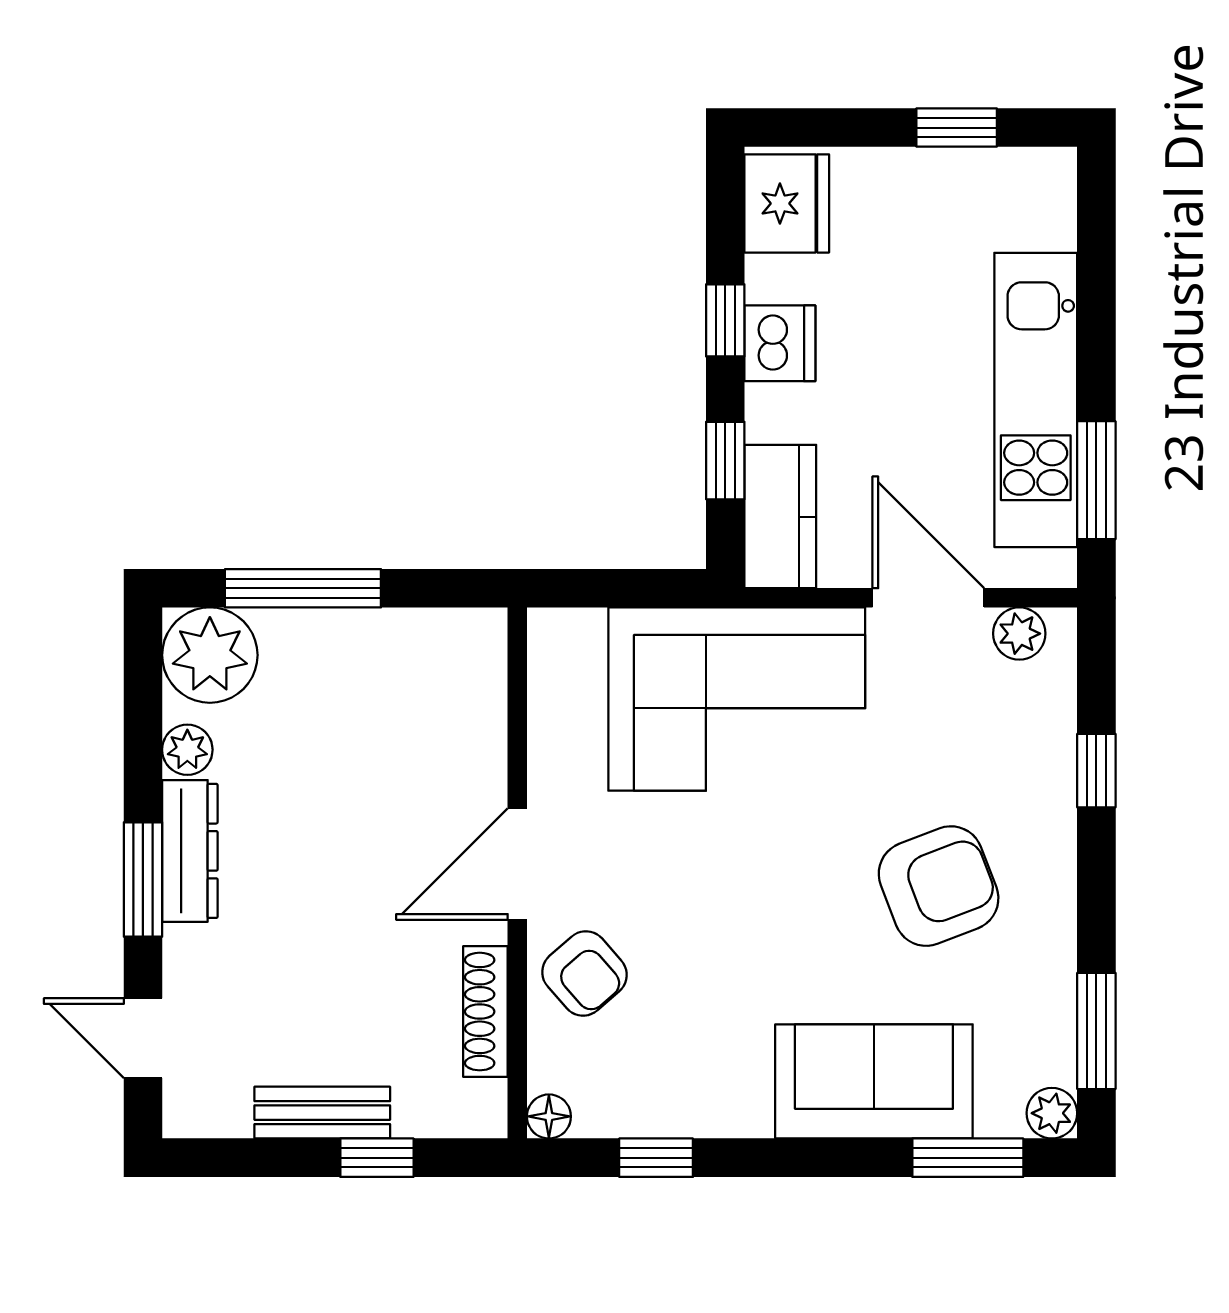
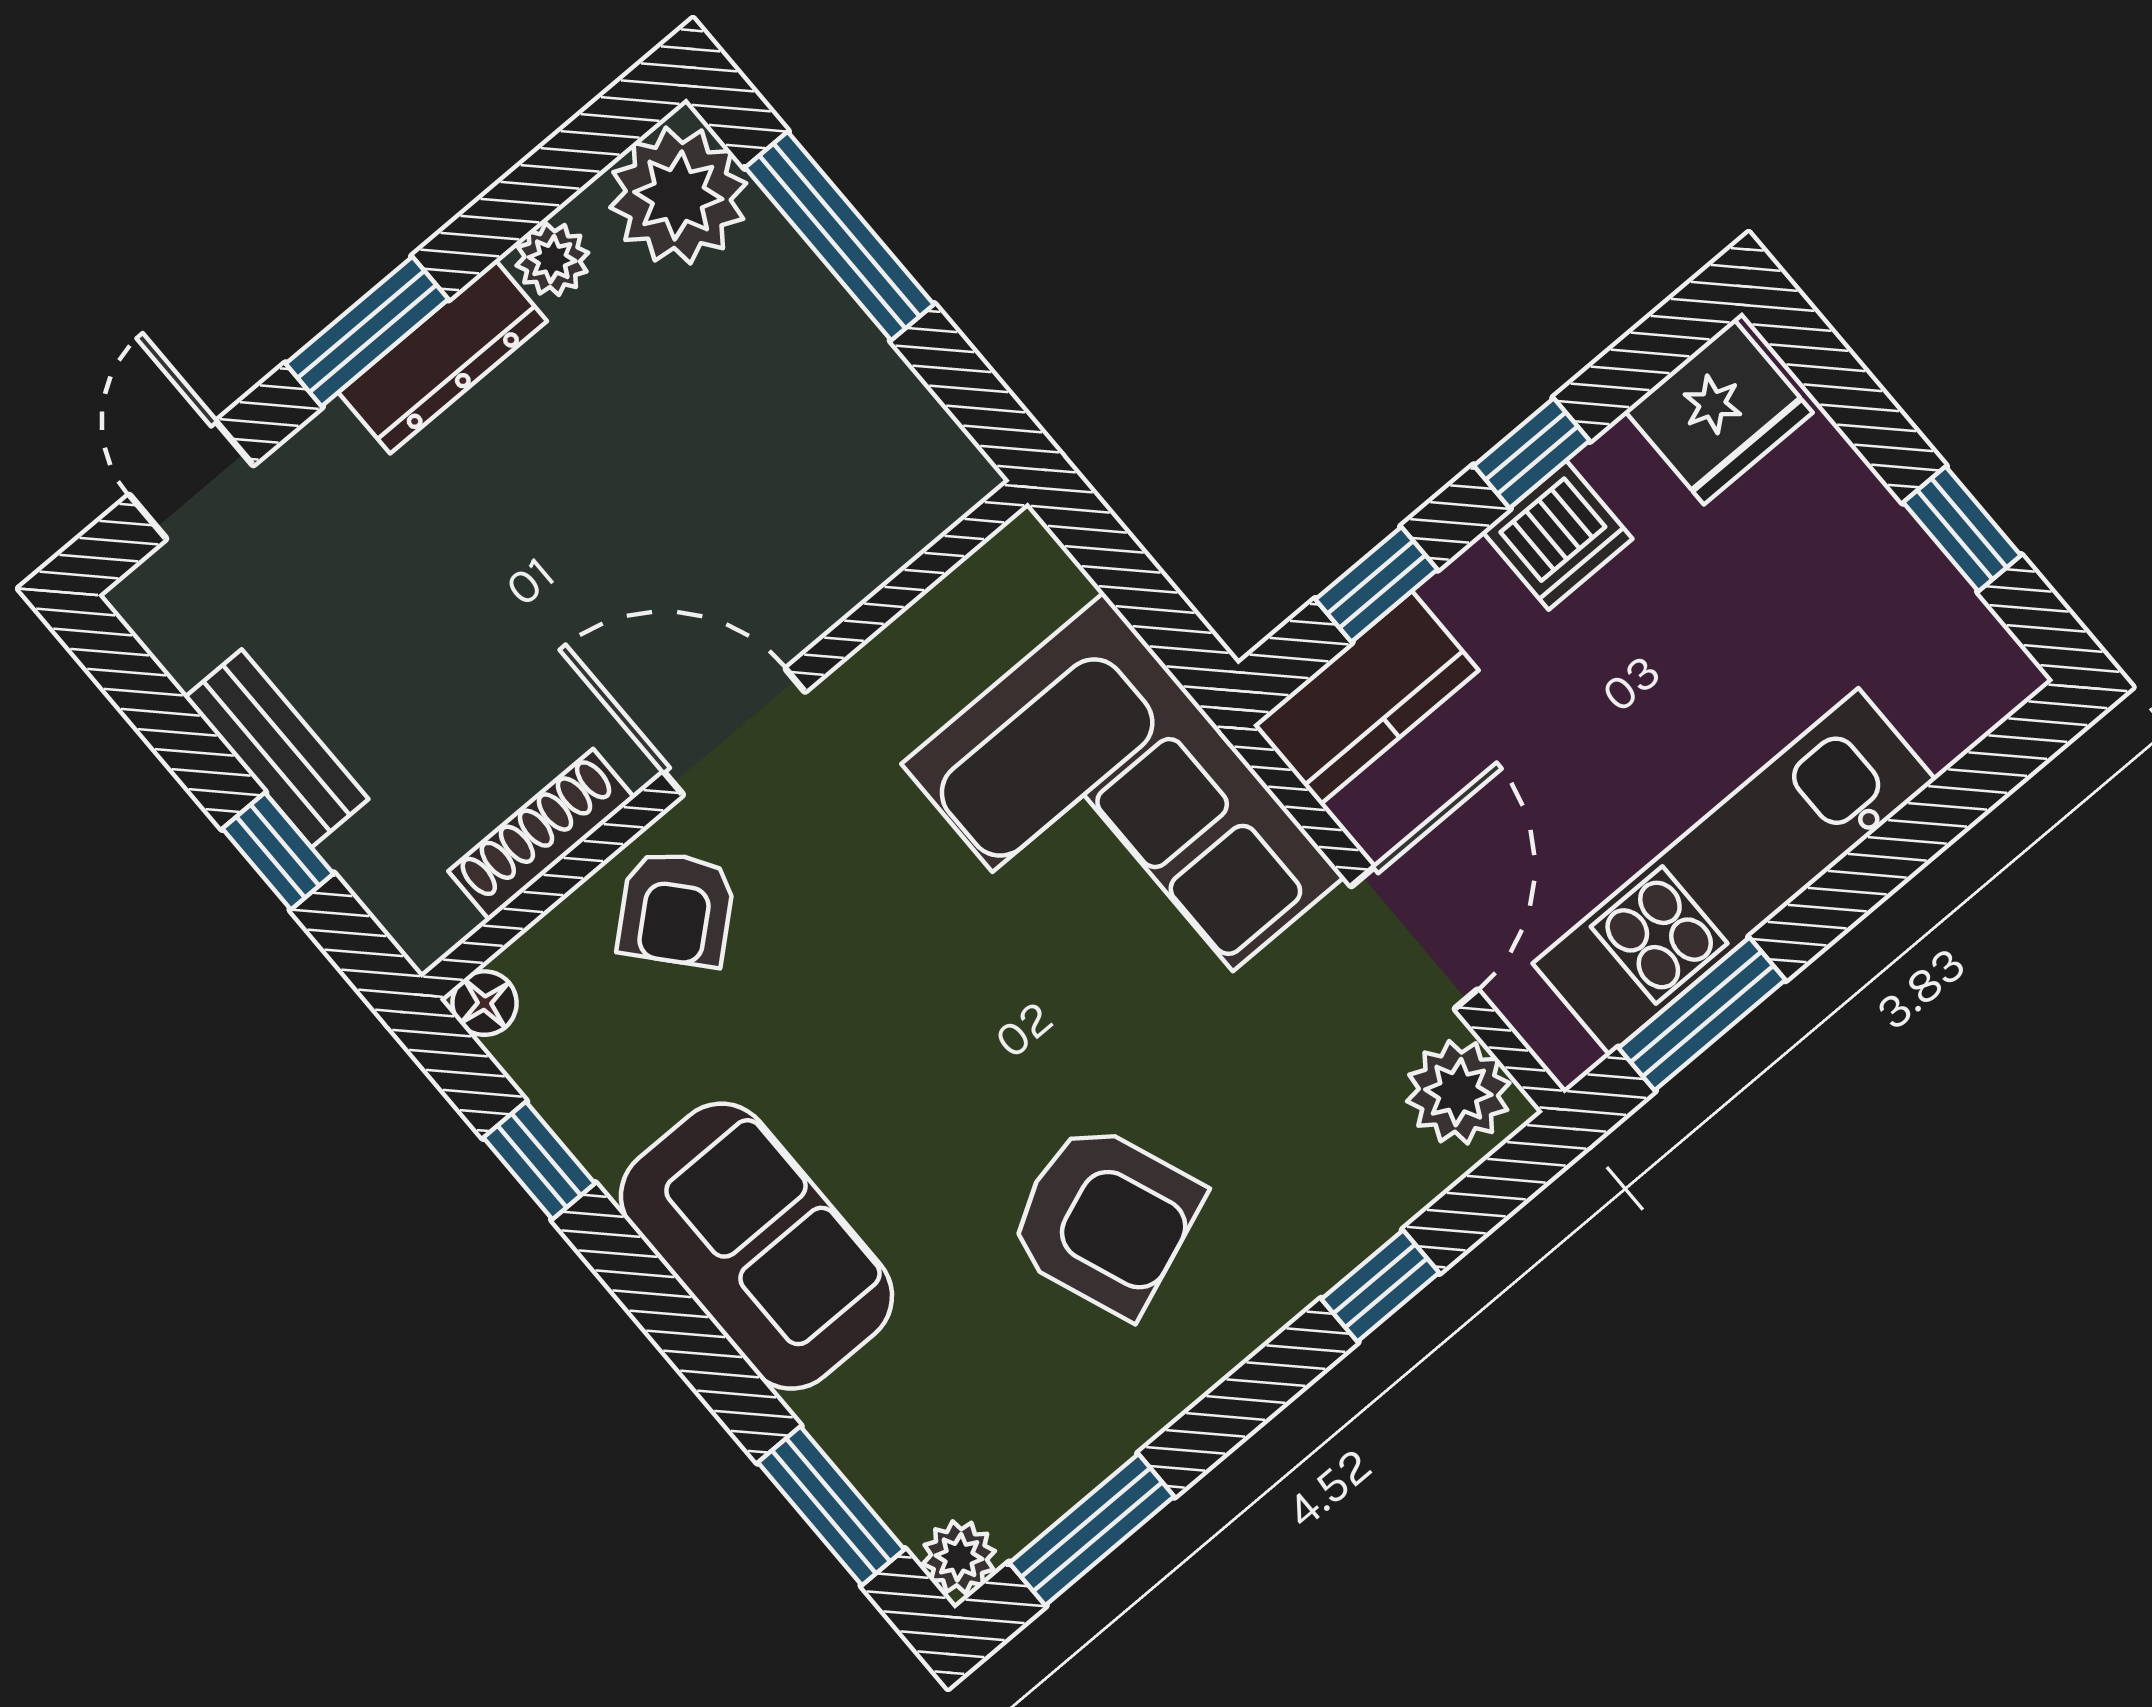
plant: (1019, 634) -> (1458, 1092), width x1.38, depth x1.38
sofa: (874, 1081) -> (756, 1246), moved

